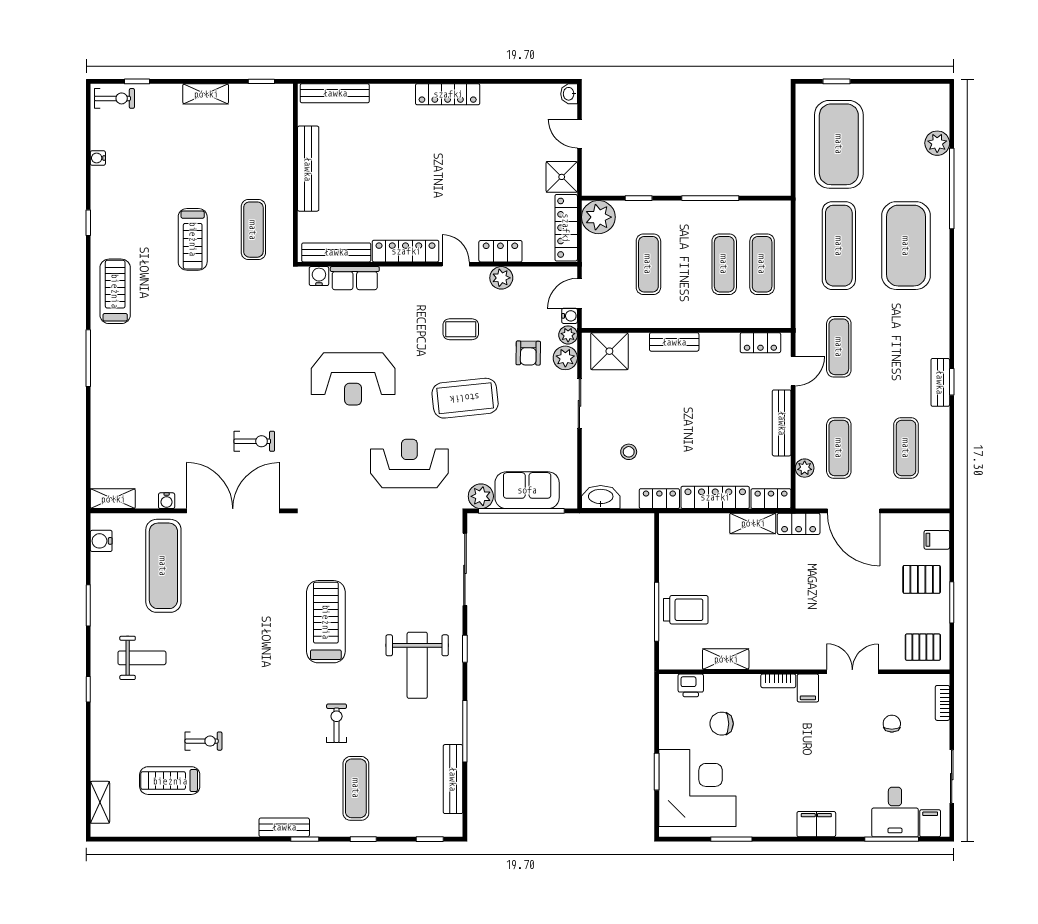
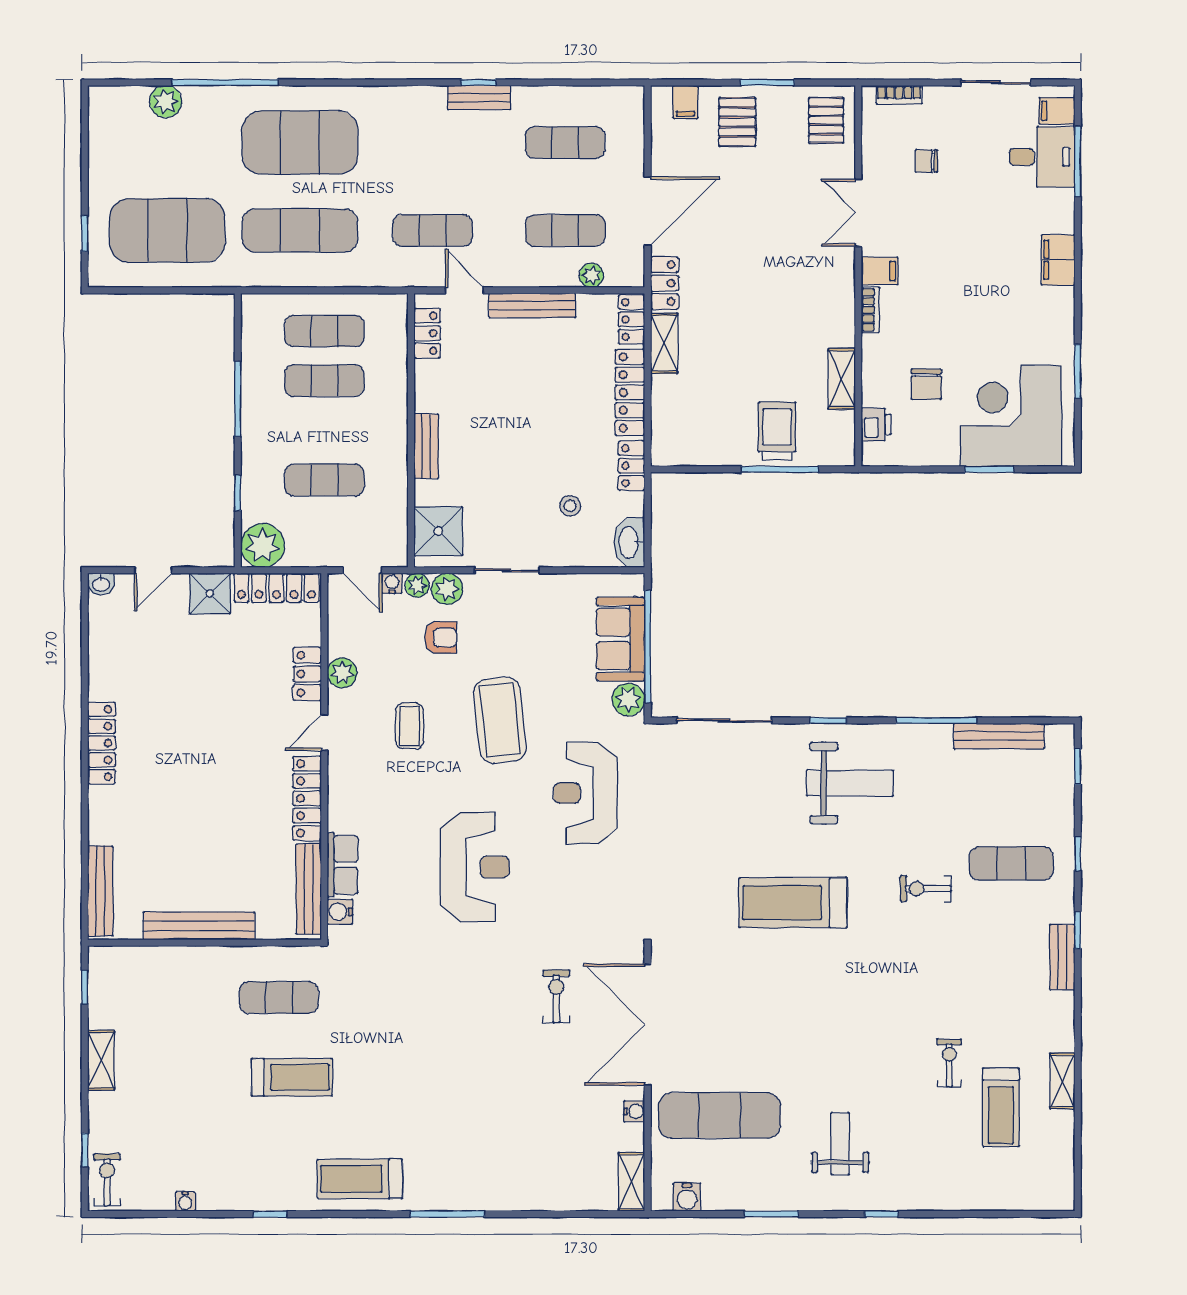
shelving: (100, 802) -> (1062, 1081), moved, turned 90

